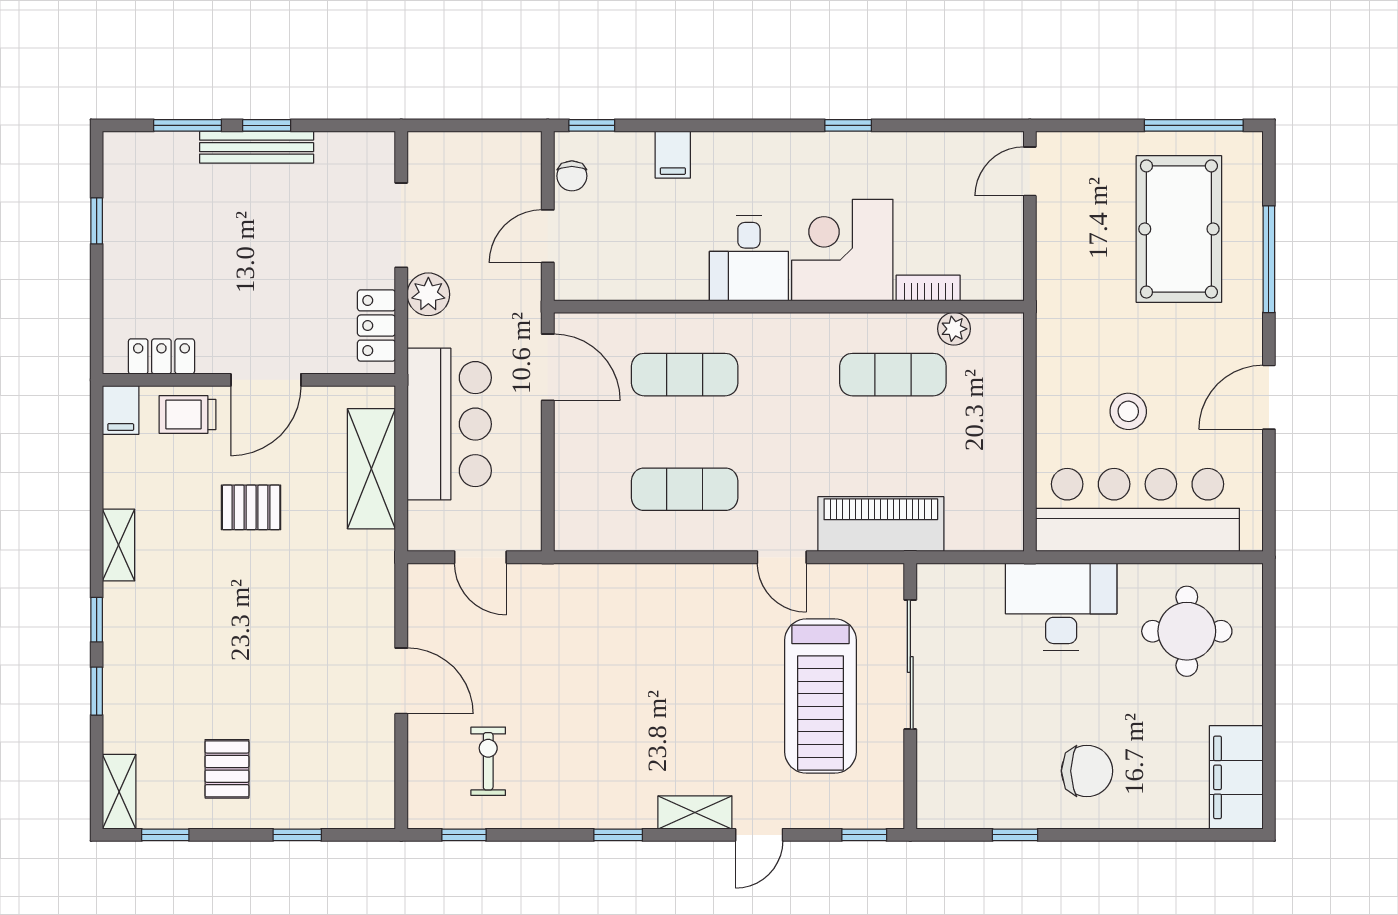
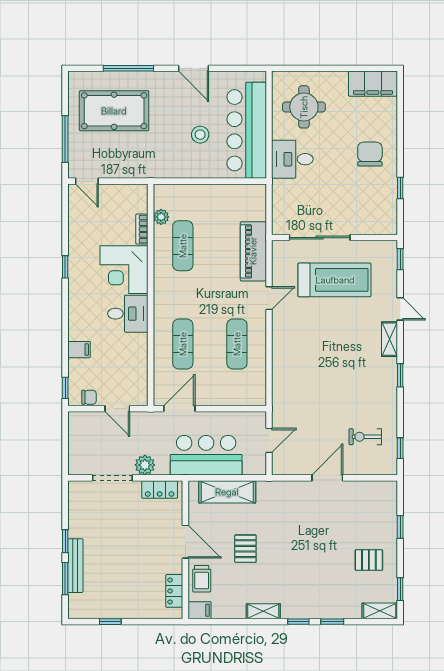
window: (1194, 125) -> (65, 139), moved
bench: (257, 147) -> (75, 566), moved
desk: (1061, 607) -> (292, 159), width x0.73

